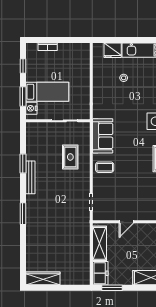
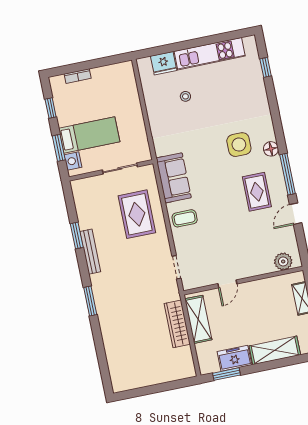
rug: (70, 157) -> (137, 214), width x1.36, depth x1.43
freezer: (100, 273) -> (234, 358), moved, turned -90
wardrobe: (43, 278) -> (177, 324), moved, turned -90

